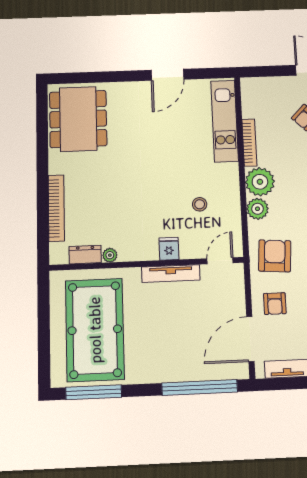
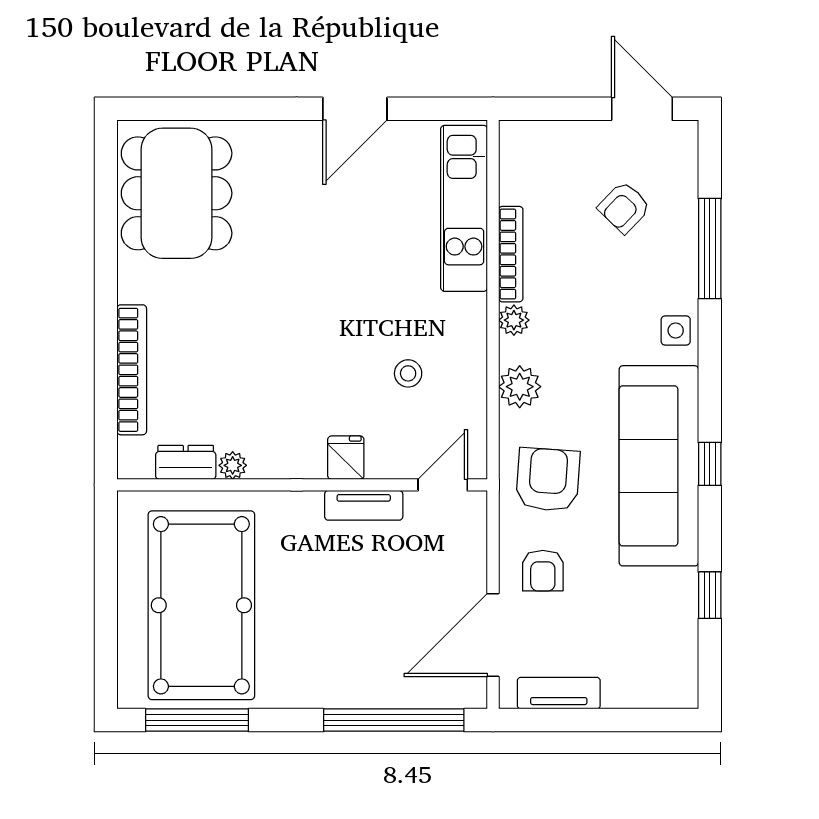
plant: (260, 182) -> (514, 320), width x0.53, depth x0.53
tv unit: (171, 273) -> (364, 505), width x0.71

